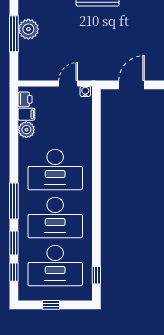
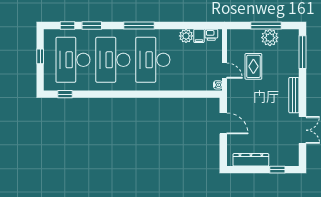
rug: (63, 49) -> (253, 66), added
window: (14, 201) -> (139, 26), moved

